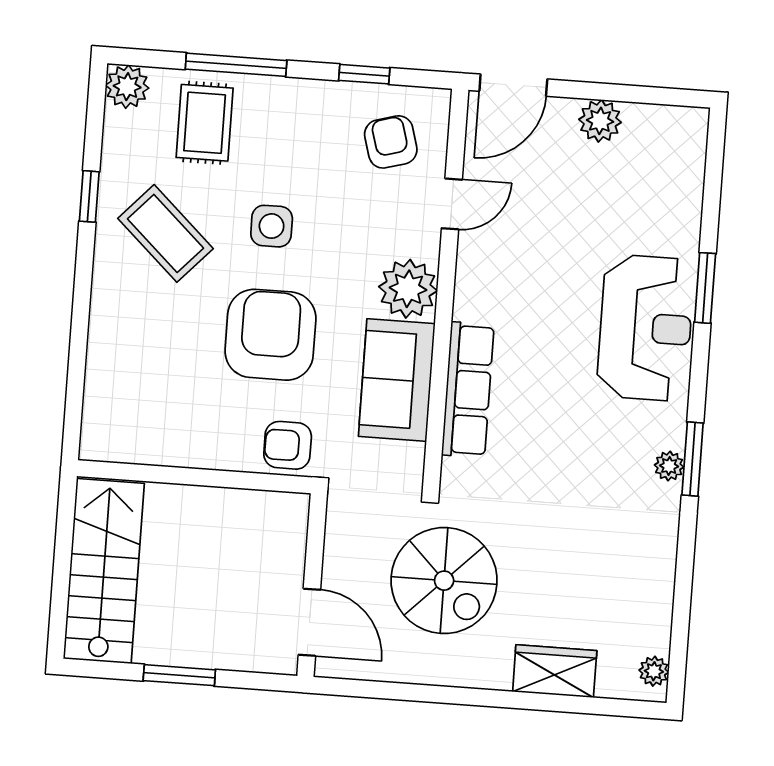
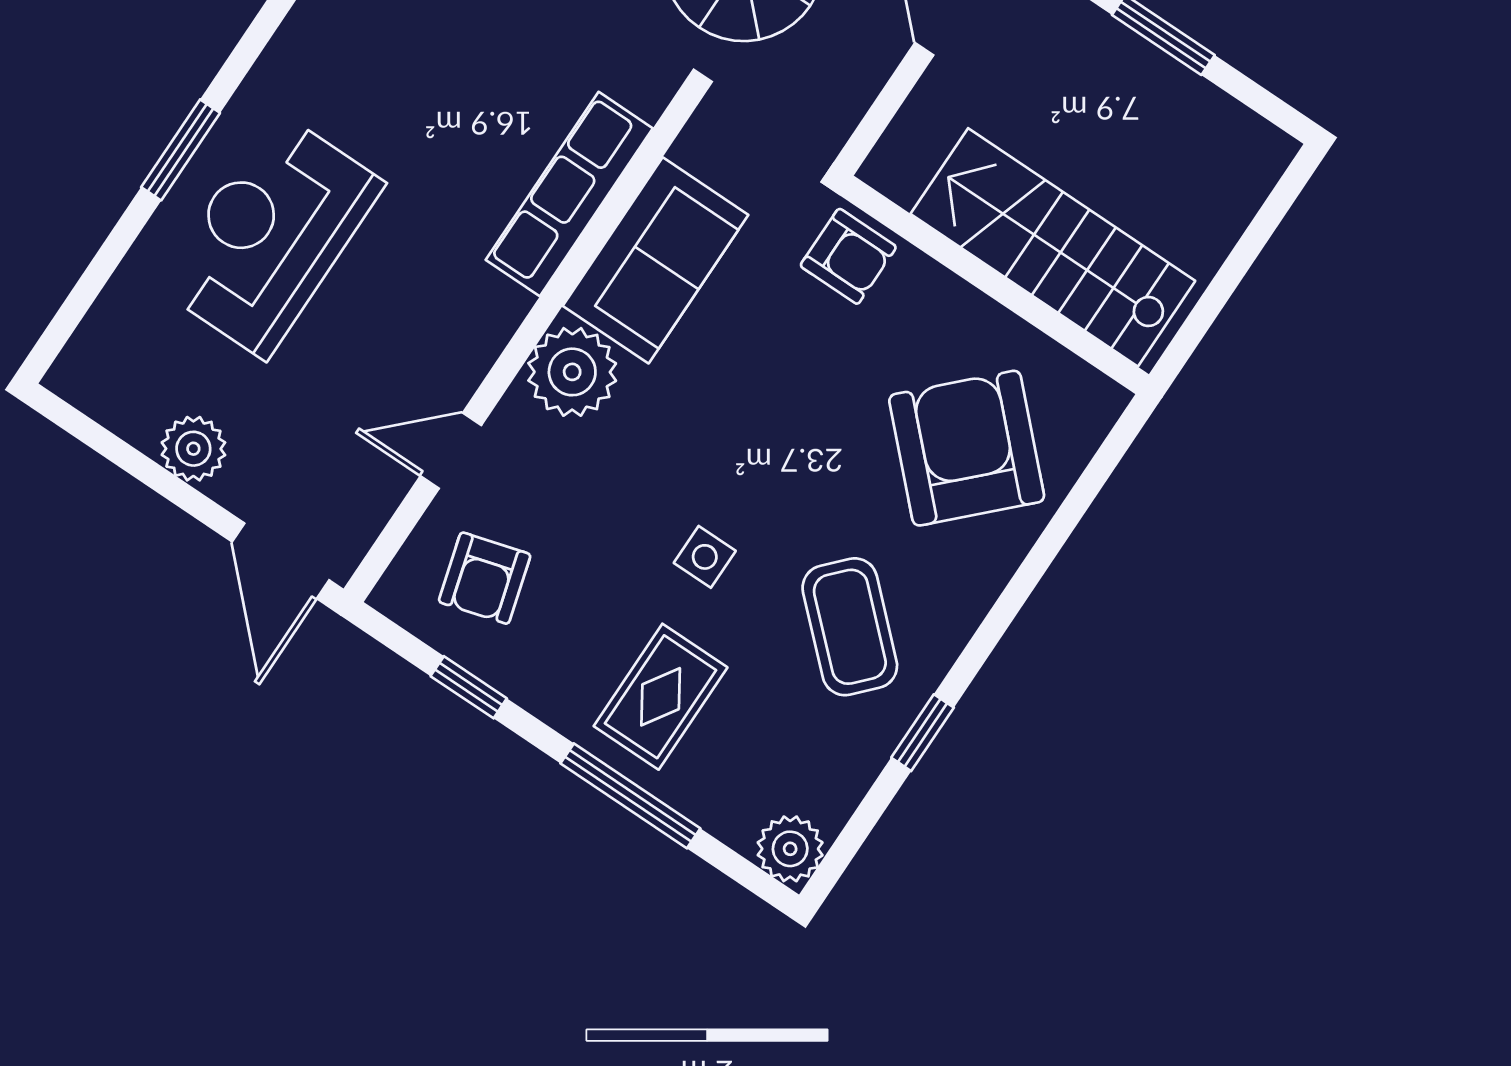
door: (513, 85) -> (281, 561), swing flipped
rug: (205, 123) -> (661, 697), moved
side table: (272, 226) -> (705, 557), width x0.73, depth x0.73
reception desk: (646, 328) -> (270, 235), moved
armchair: (270, 335) -> (967, 448), moved, turned 135
stairs: (104, 571) -> (1053, 247), moved, turned 90

